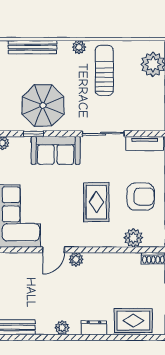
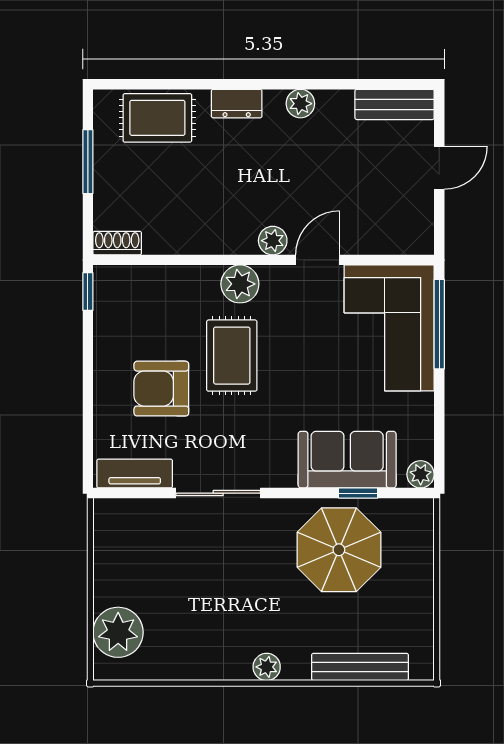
sun lounger: (104, 71) -> (216, 620), removed
sofa: (56, 150) -> (347, 460), moved
armchair: (141, 197) -> (161, 389), moved
plant: (133, 238) -> (240, 284), moved

